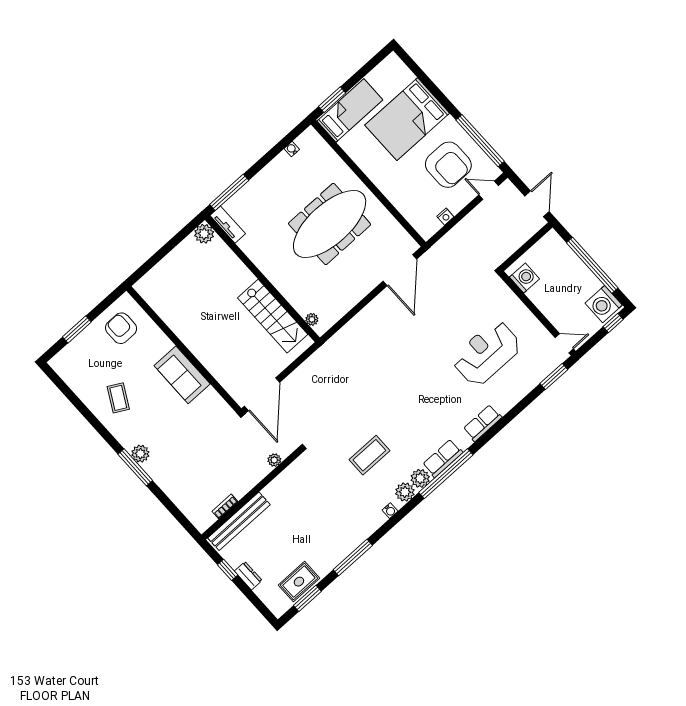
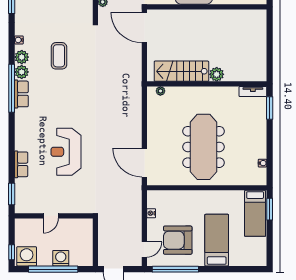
bed: (407, 119) -> (217, 240), width x0.67
window: (229, 192) -> (270, 108), width x0.69
plant: (204, 234) -> (217, 74), moved
washing machine: (525, 278) -> (61, 258), moved, turned 180
door: (564, 343) -> (51, 216), moved
reception desk: (487, 353) -> (66, 152), moved, turned 180
row of seats: (483, 423) -> (21, 164), moved

